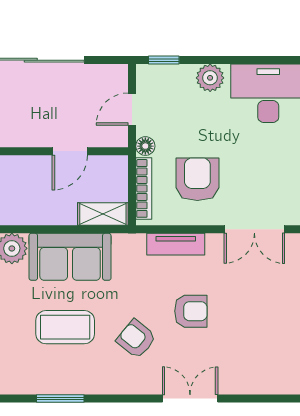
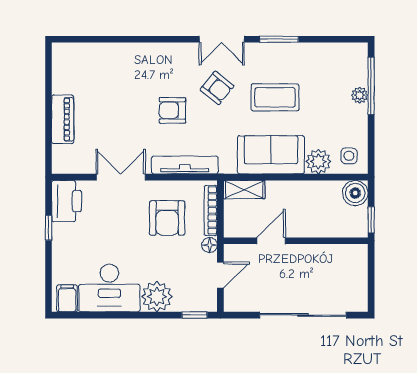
plant: (210, 78) -> (157, 297), width x1.36, depth x1.36
tv unit: (176, 244) -> (185, 165), width x1.41
double door: (190, 398) -> (222, 39), moved

